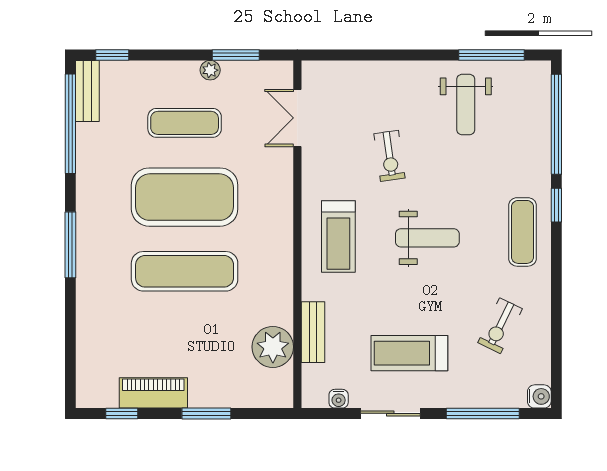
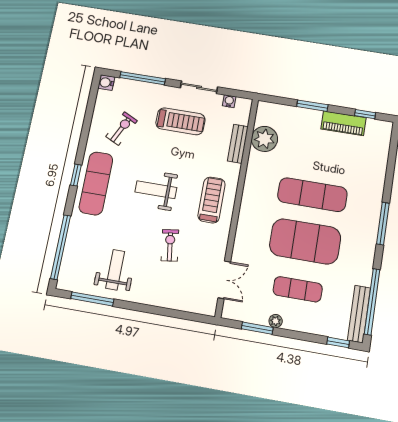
bench: (87, 91) -> (359, 314), width x1.36
window: (556, 205) -> (76, 175), moved
exercise mat: (522, 232) -> (96, 183), width x1.36, depth x1.45

